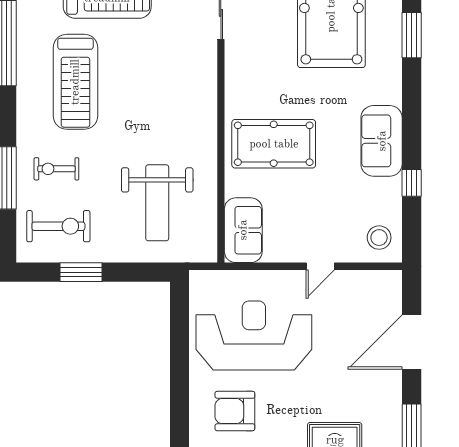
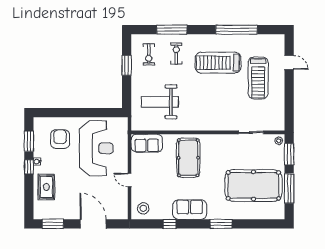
window: (412, 35) -> (221, 224), moved
exercise bike: (58, 226) -> (149, 54), width x0.73, depth x0.72

